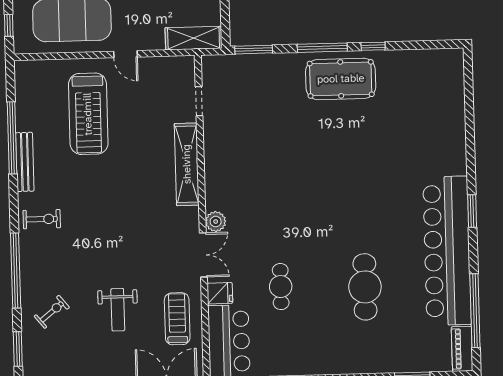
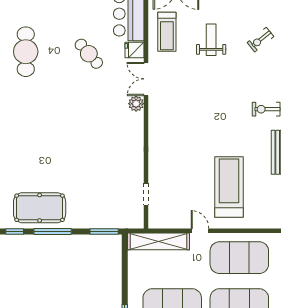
shelving: (194, 38) -> (159, 241), width x1.47
shelving: (187, 164) -> (157, 147), removed
cafe table: (281, 287) -> (89, 54), turned -41

